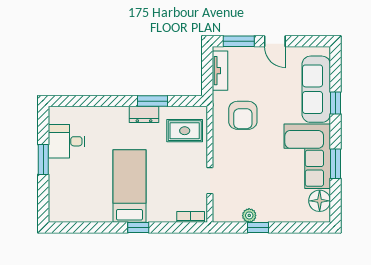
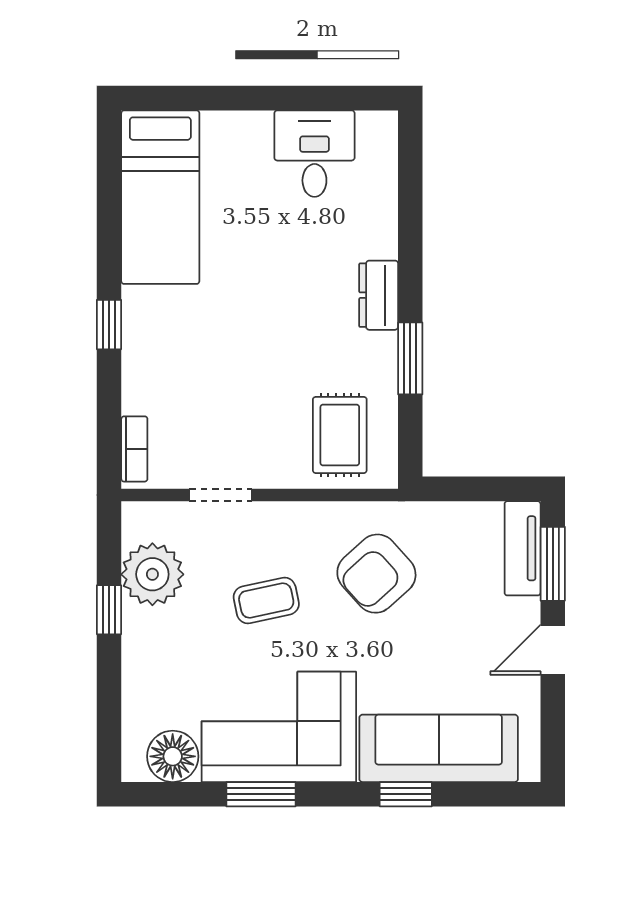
tv unit: (220, 71) -> (523, 548), moved, turned 90
dresser: (144, 114) -> (379, 295), moved
armchair: (243, 115) -> (376, 574), turned -42
window: (43, 159) -> (271, 98), removed
coffee table: (254, 162) -> (266, 600), added
bed: (129, 186) -> (160, 197), moved, turned 90
plant: (249, 215) -> (152, 574), width x1.88, depth x1.88

